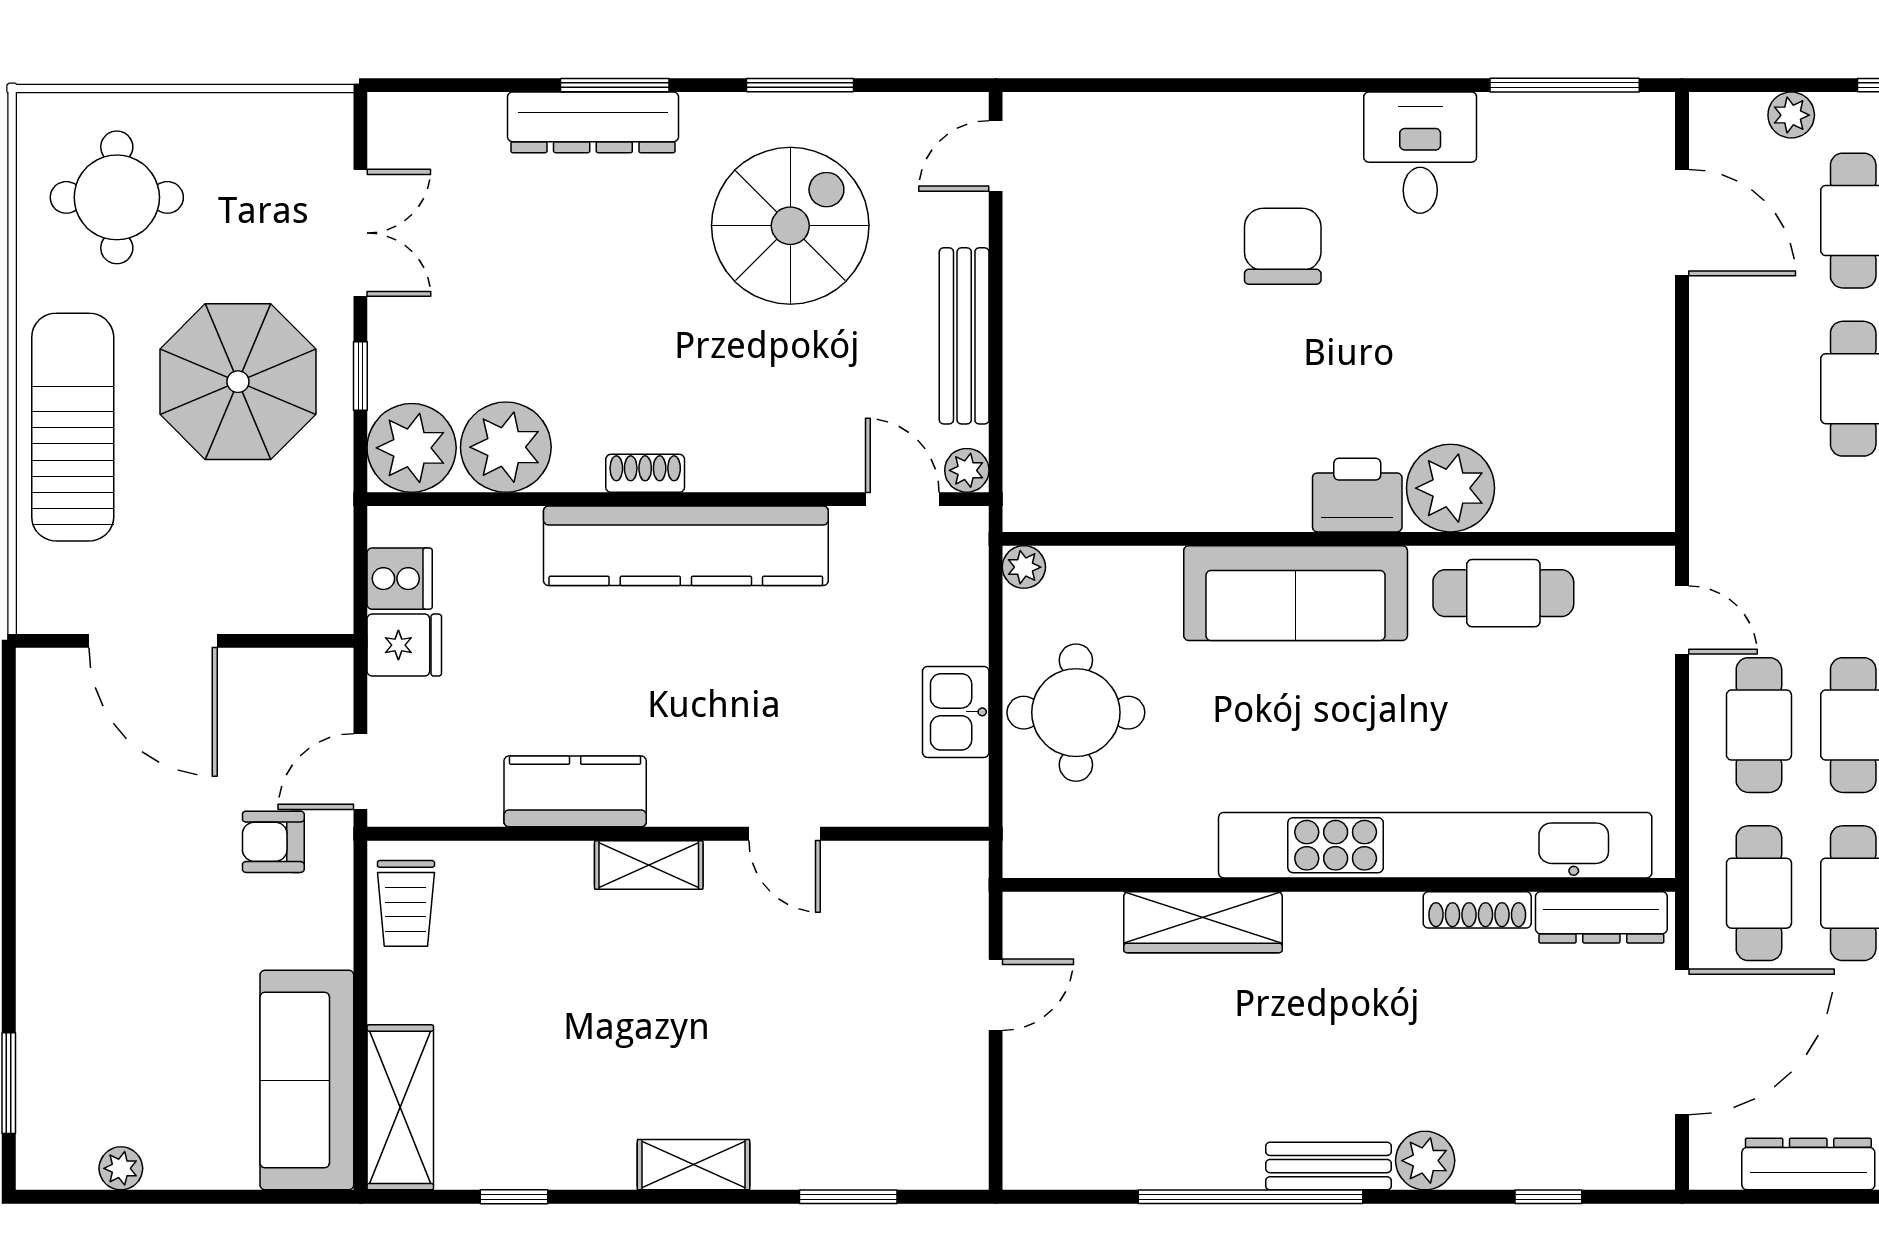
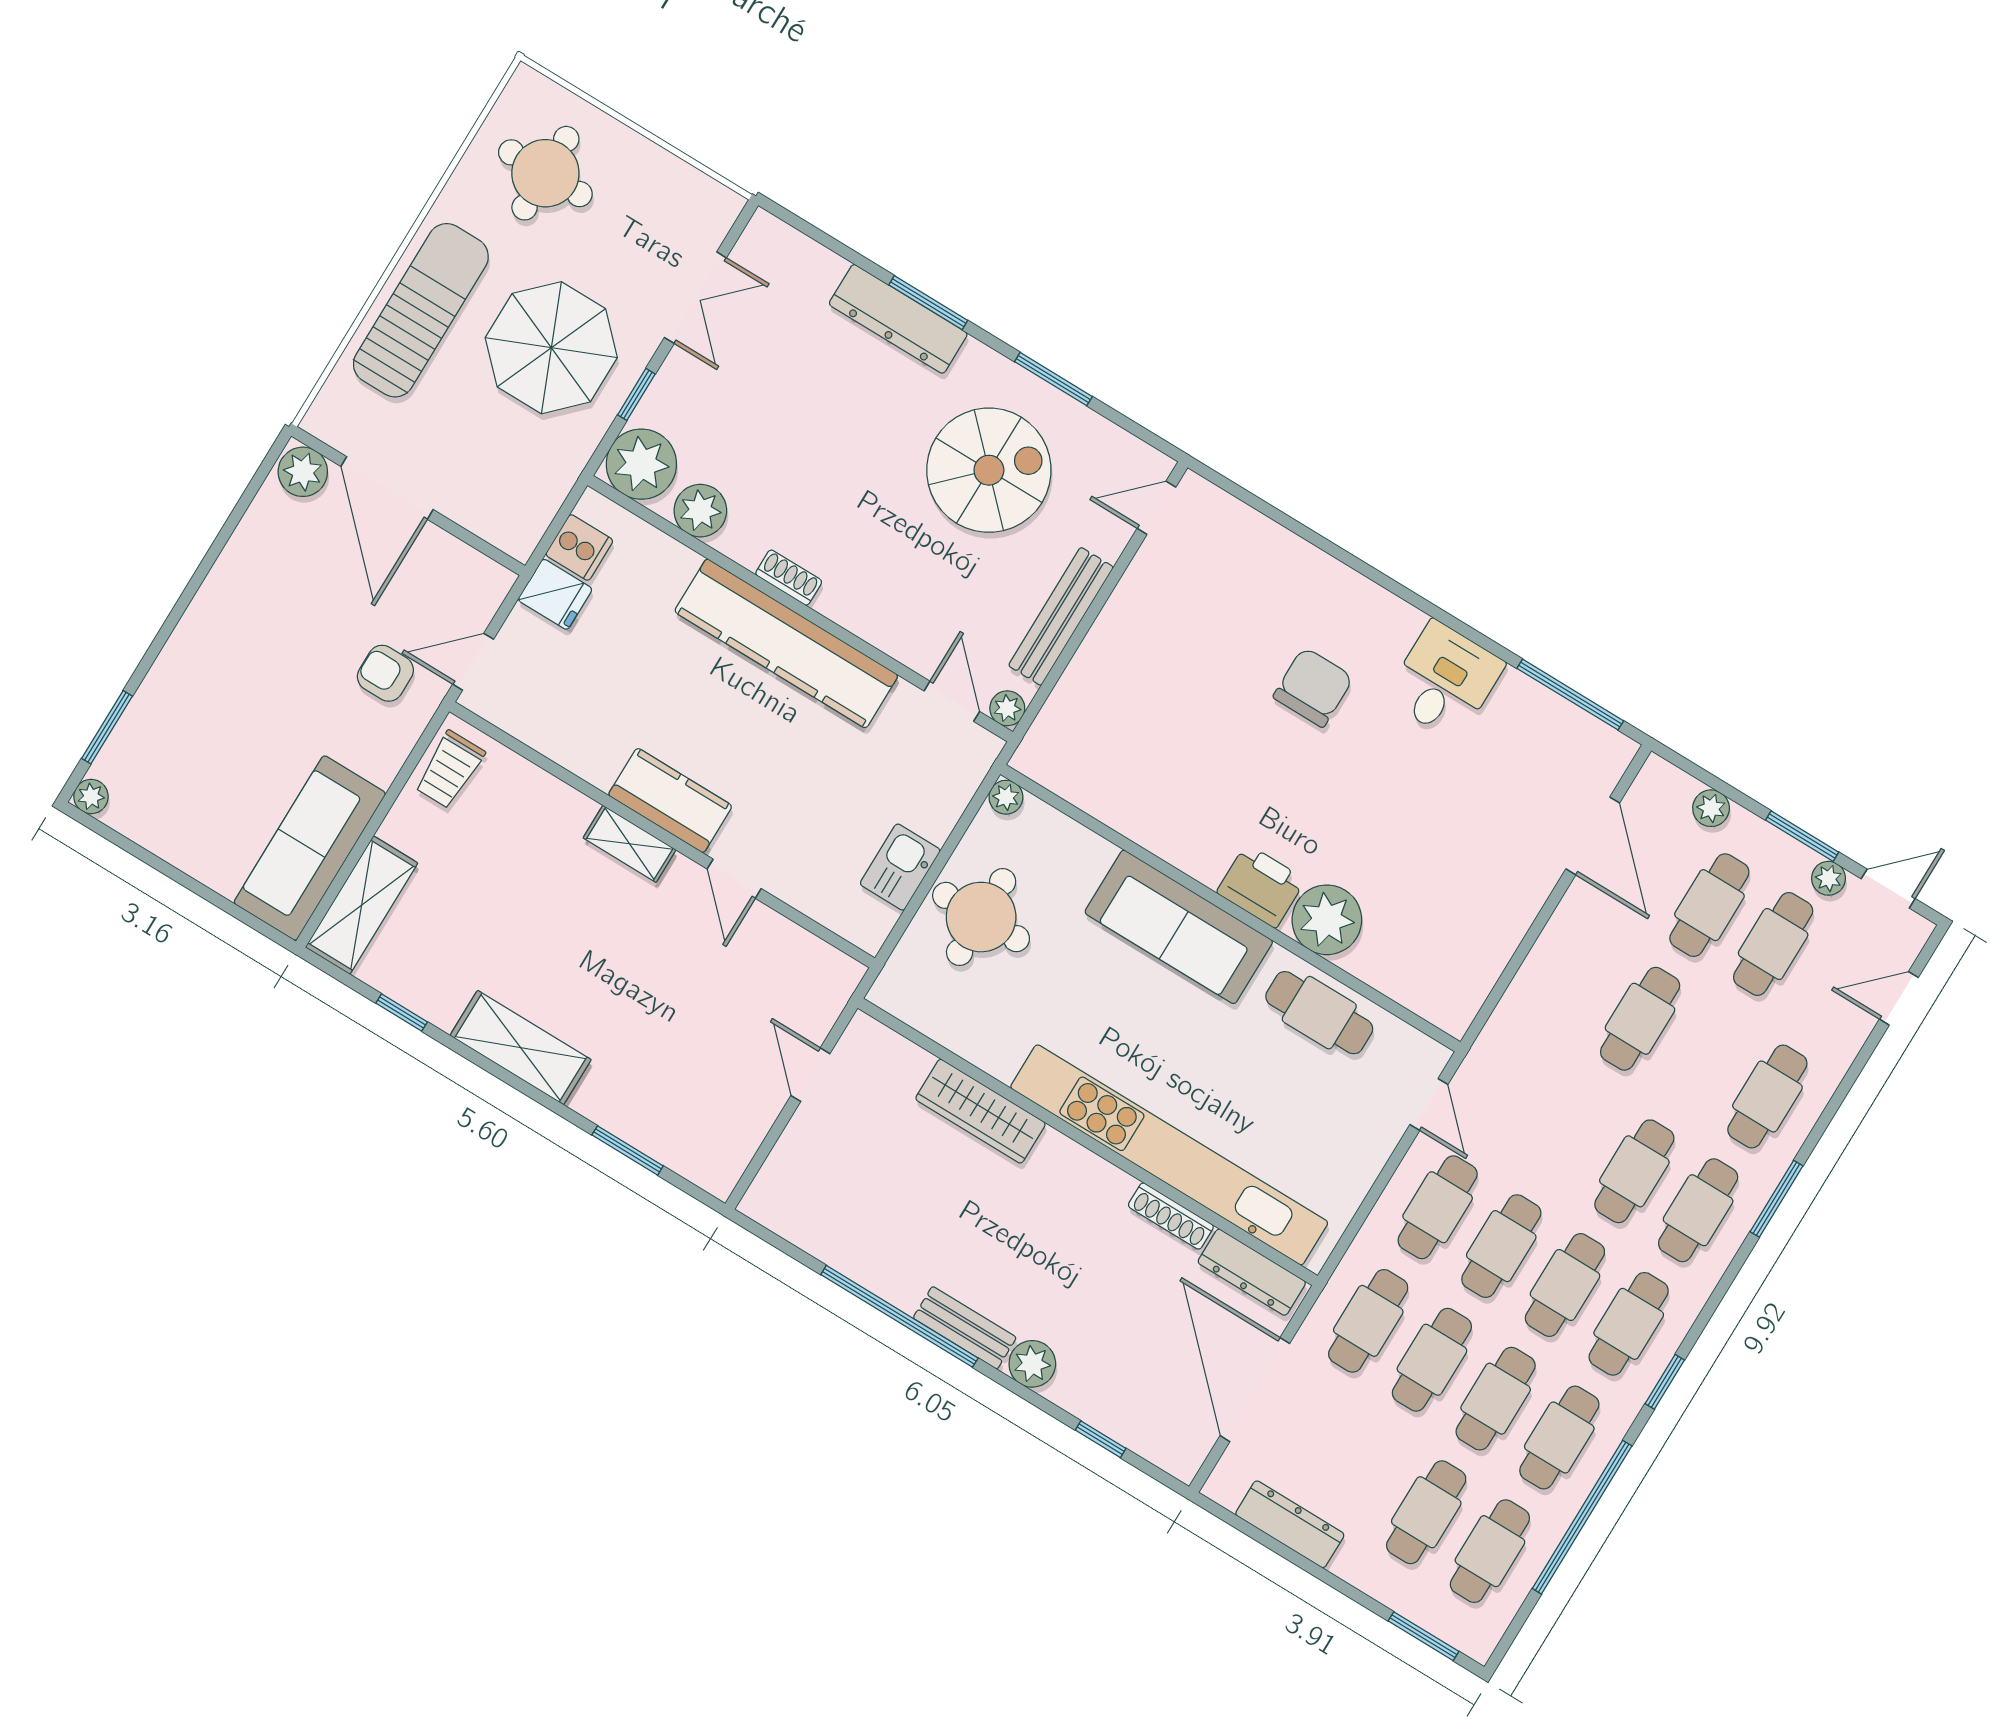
plant: (506, 447) -> (700, 511), width x0.73, depth x0.73
plant: (52, 679) -> (303, 472), added
kitchen counter: (575, 791) -> (670, 800), moved
door: (996, 995) -> (810, 1075), swing flipped
door: (1682, 1042) -> (1255, 1390), swing flipped
shelving: (693, 1165) -> (521, 1048), width x1.50, depth x1.33
plant: (121, 1168) -> (91, 797), moved

